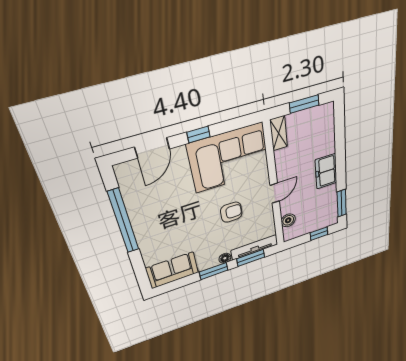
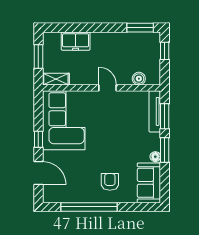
freezer: (326, 171) -> (76, 41), moved
armchair: (231, 212) -> (110, 182), moved
floor lamp: (225, 258) -> (155, 157), moved

